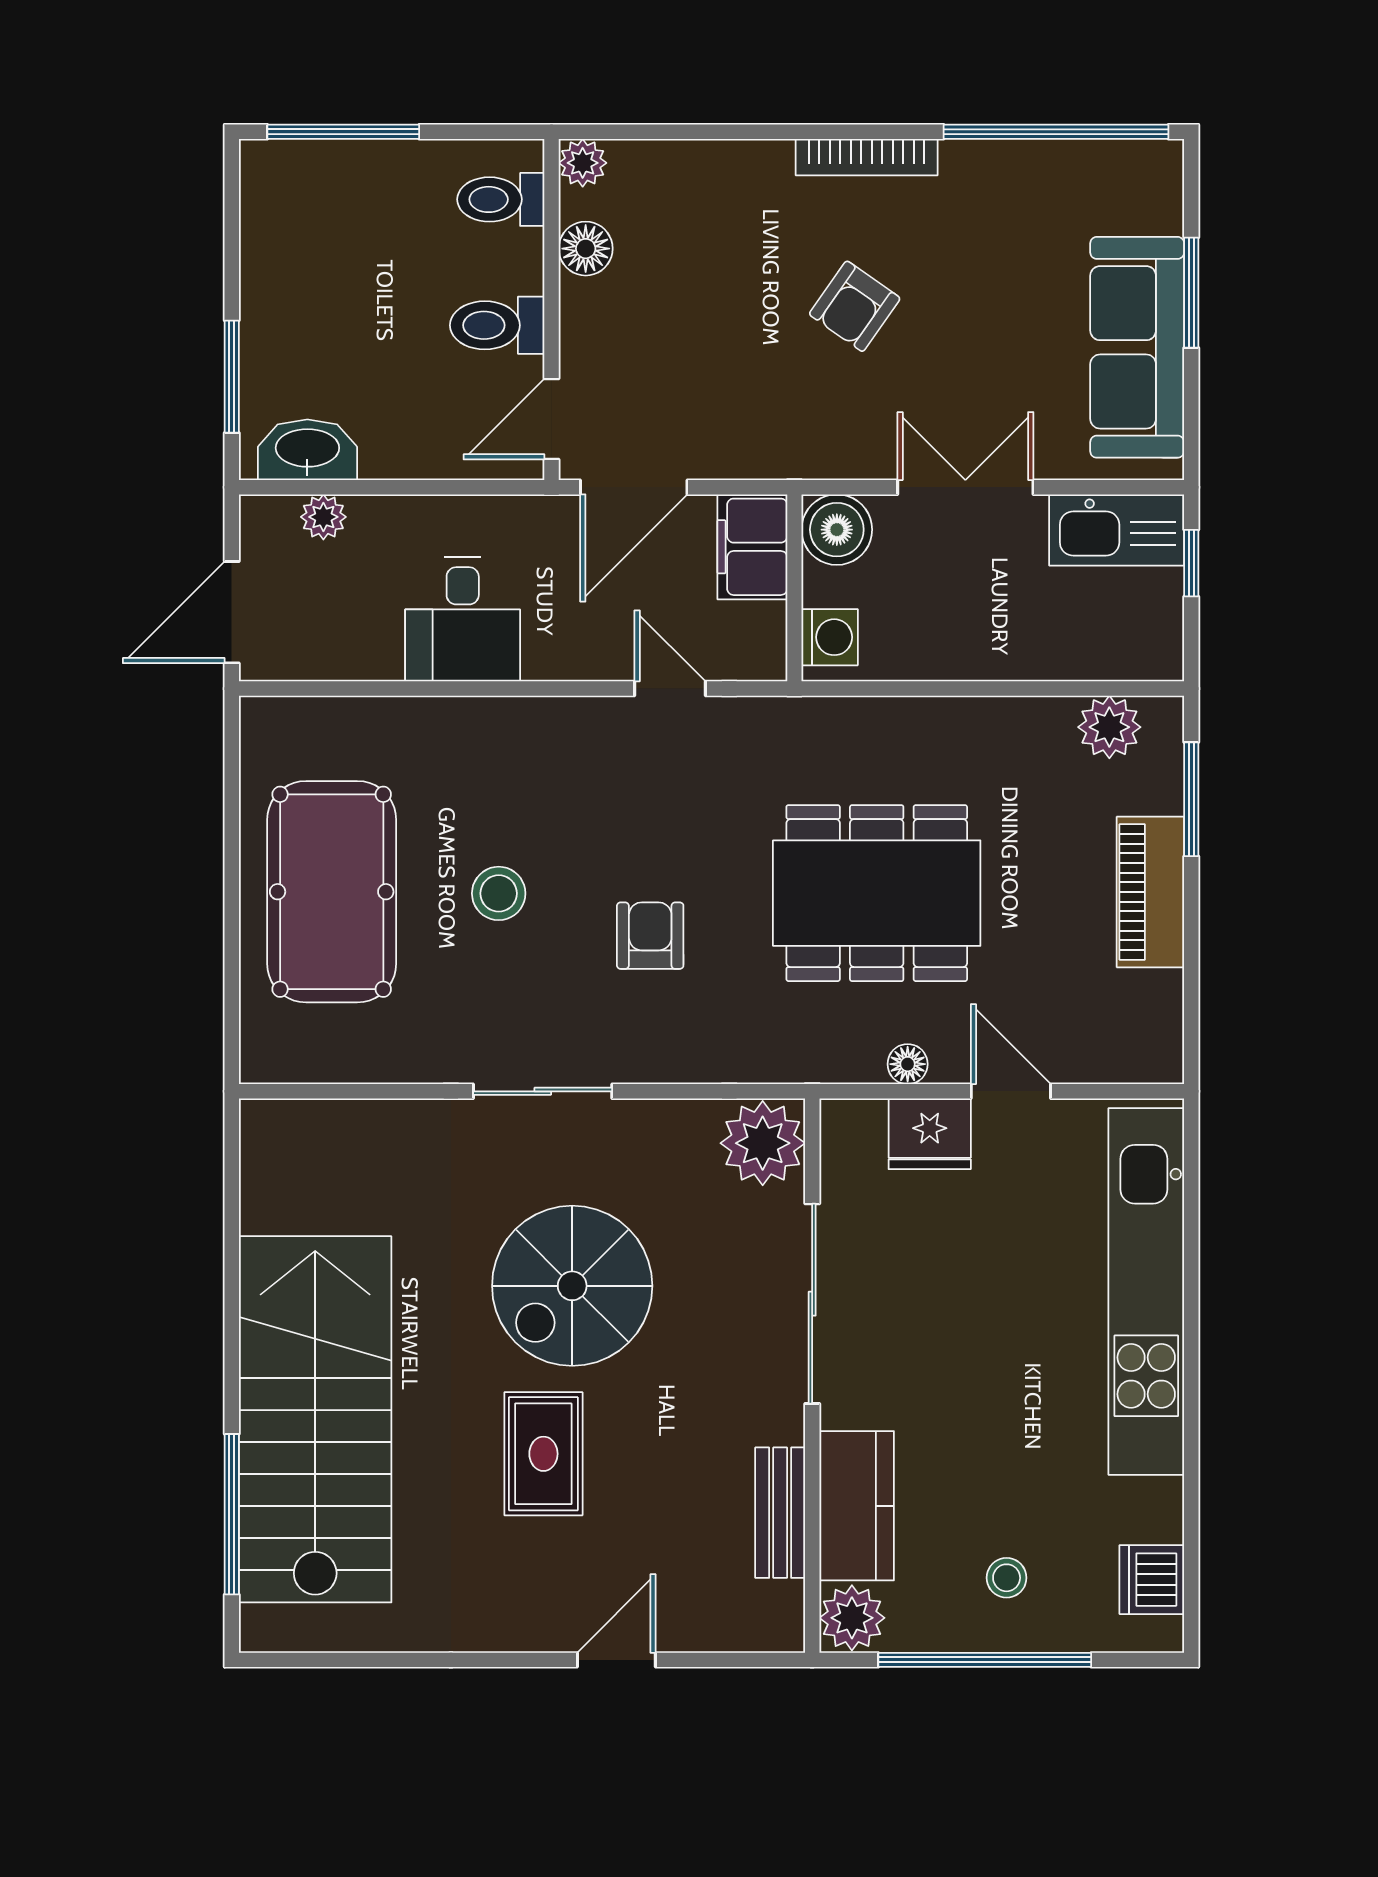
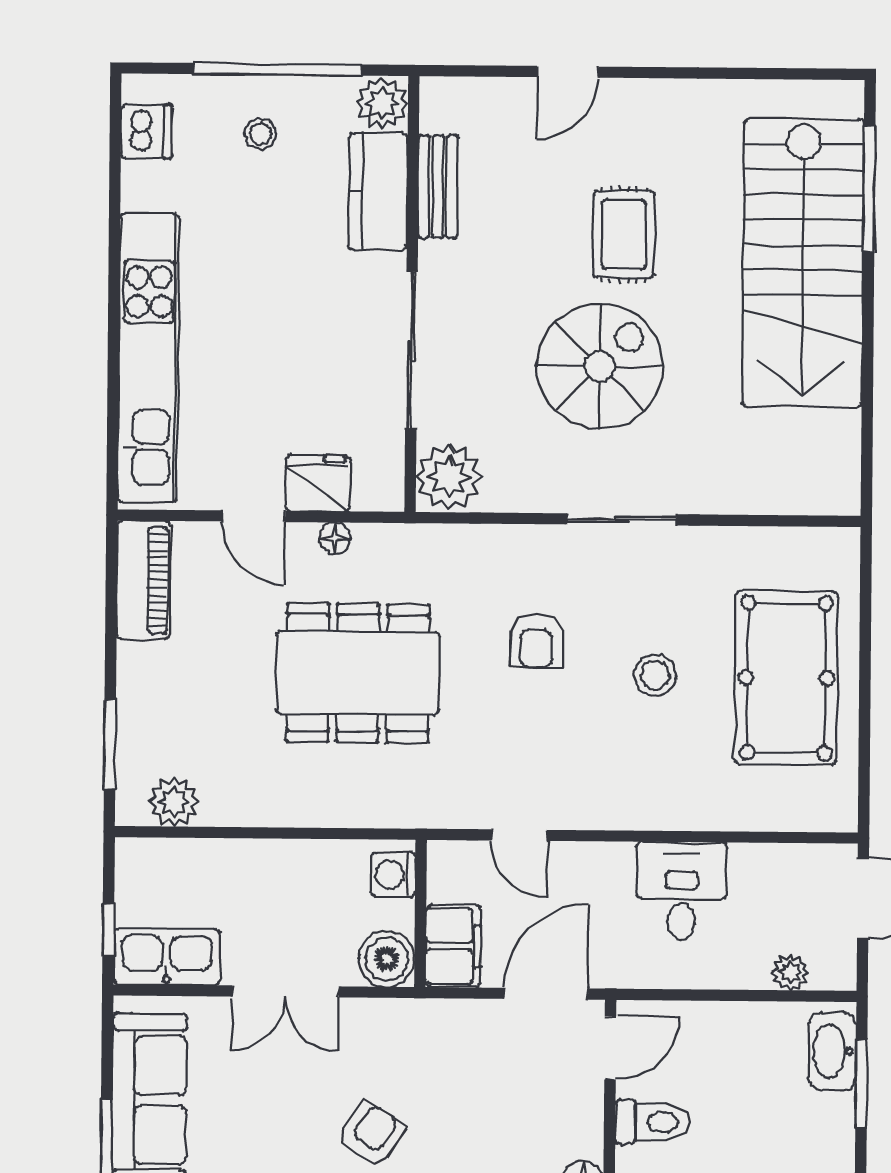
washbasin: (307, 450) -> (832, 1051), moved, turned 90
piano: (1150, 892) -> (143, 580), moved

